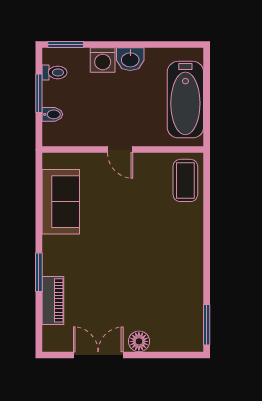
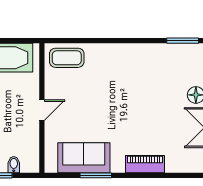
window: (39, 272) -> (96, 175), moved
piano: (53, 300) -> (145, 164), moved

